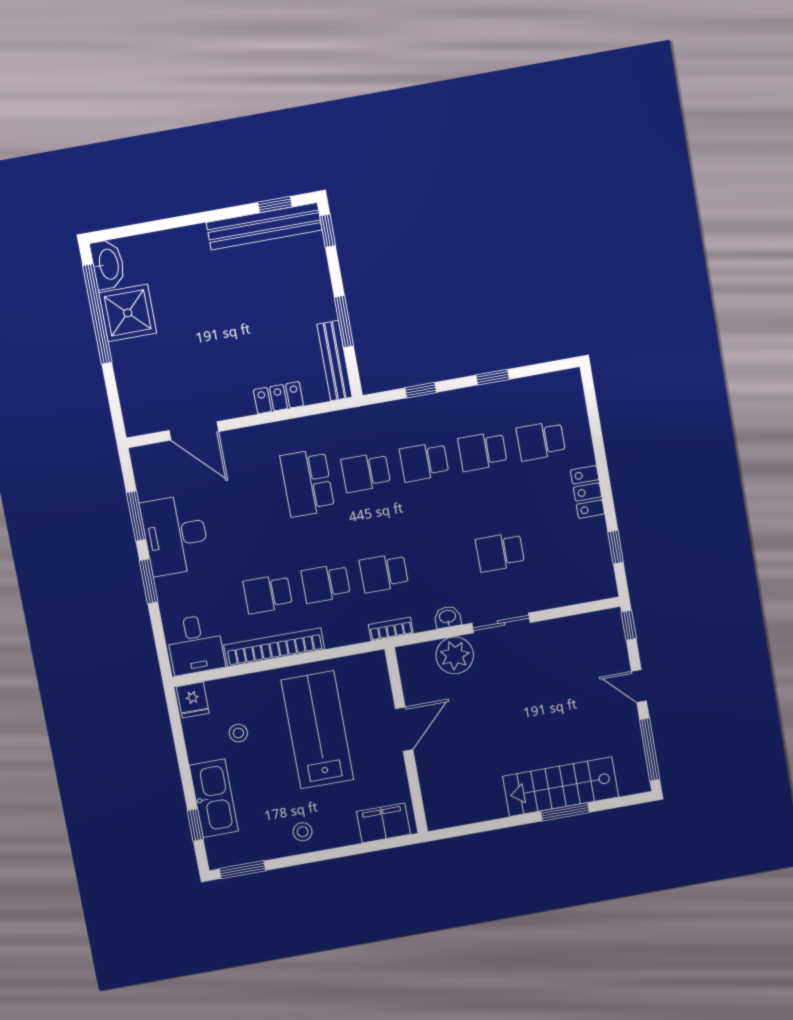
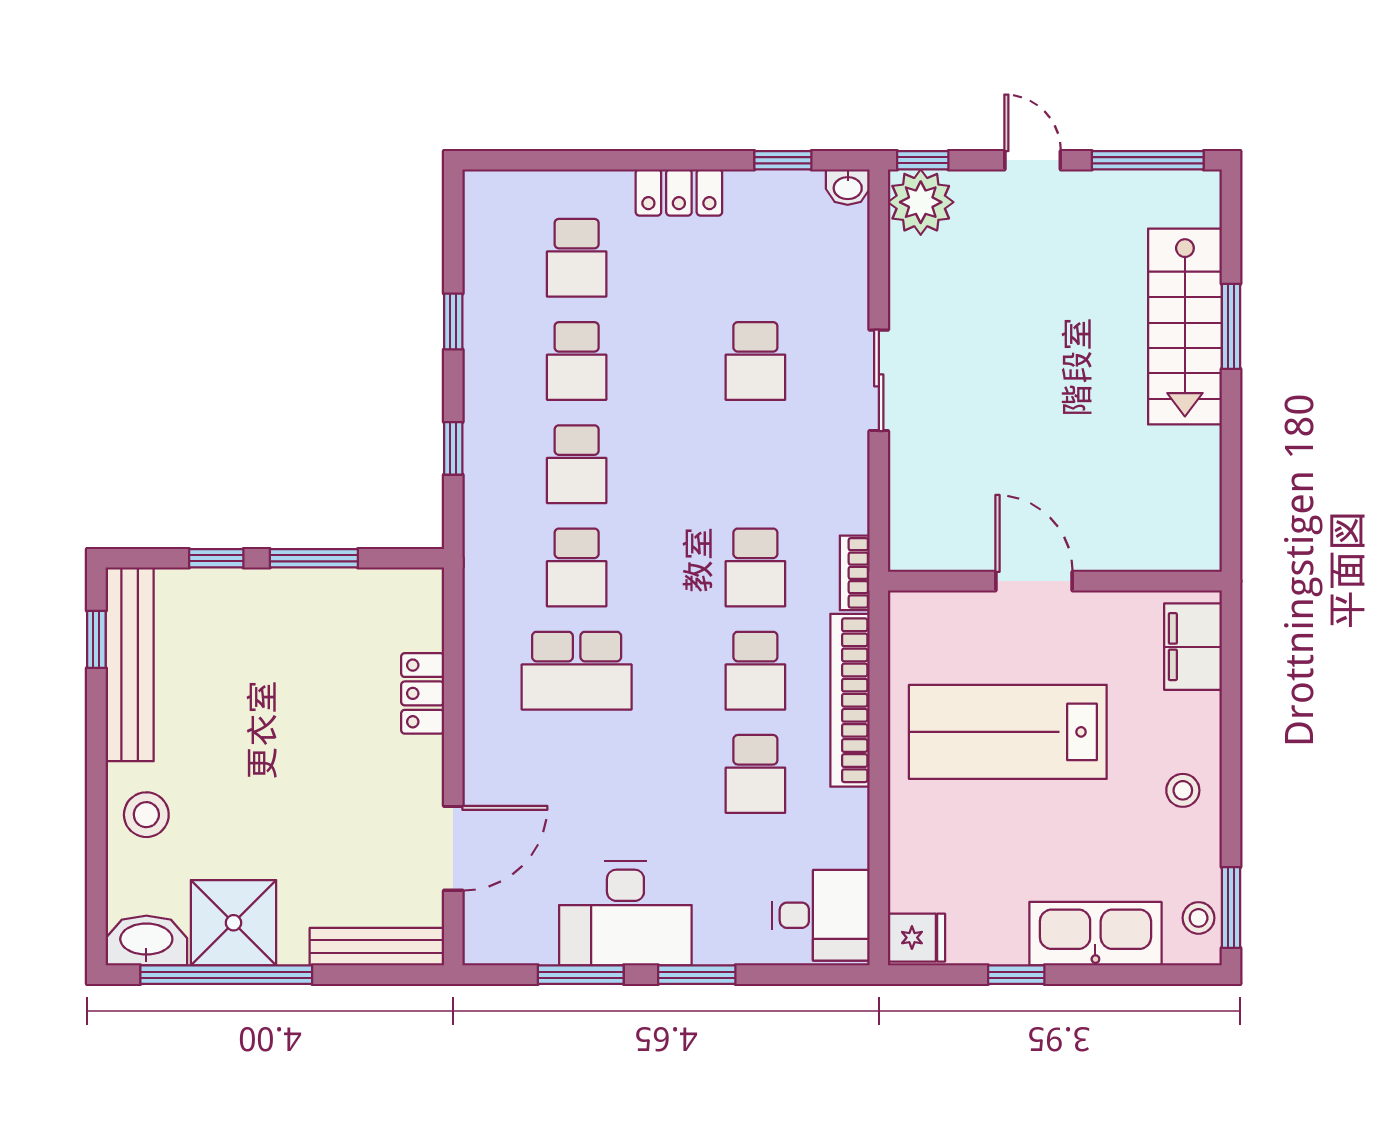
window: (328, 231) -> (216, 558), moved
stool: (180, 251) -> (146, 815), added
bench: (335, 361) -> (377, 947), moved
washbasin: (448, 617) -> (848, 187), moved, turned -90
bookcase: (274, 647) -> (850, 700), moved
plant: (455, 655) -> (921, 202), moved
door: (639, 686) -> (1033, 160), swing flipped
stool: (238, 733) -> (1199, 918), moved
window: (195, 825) -> (1016, 975), moved

